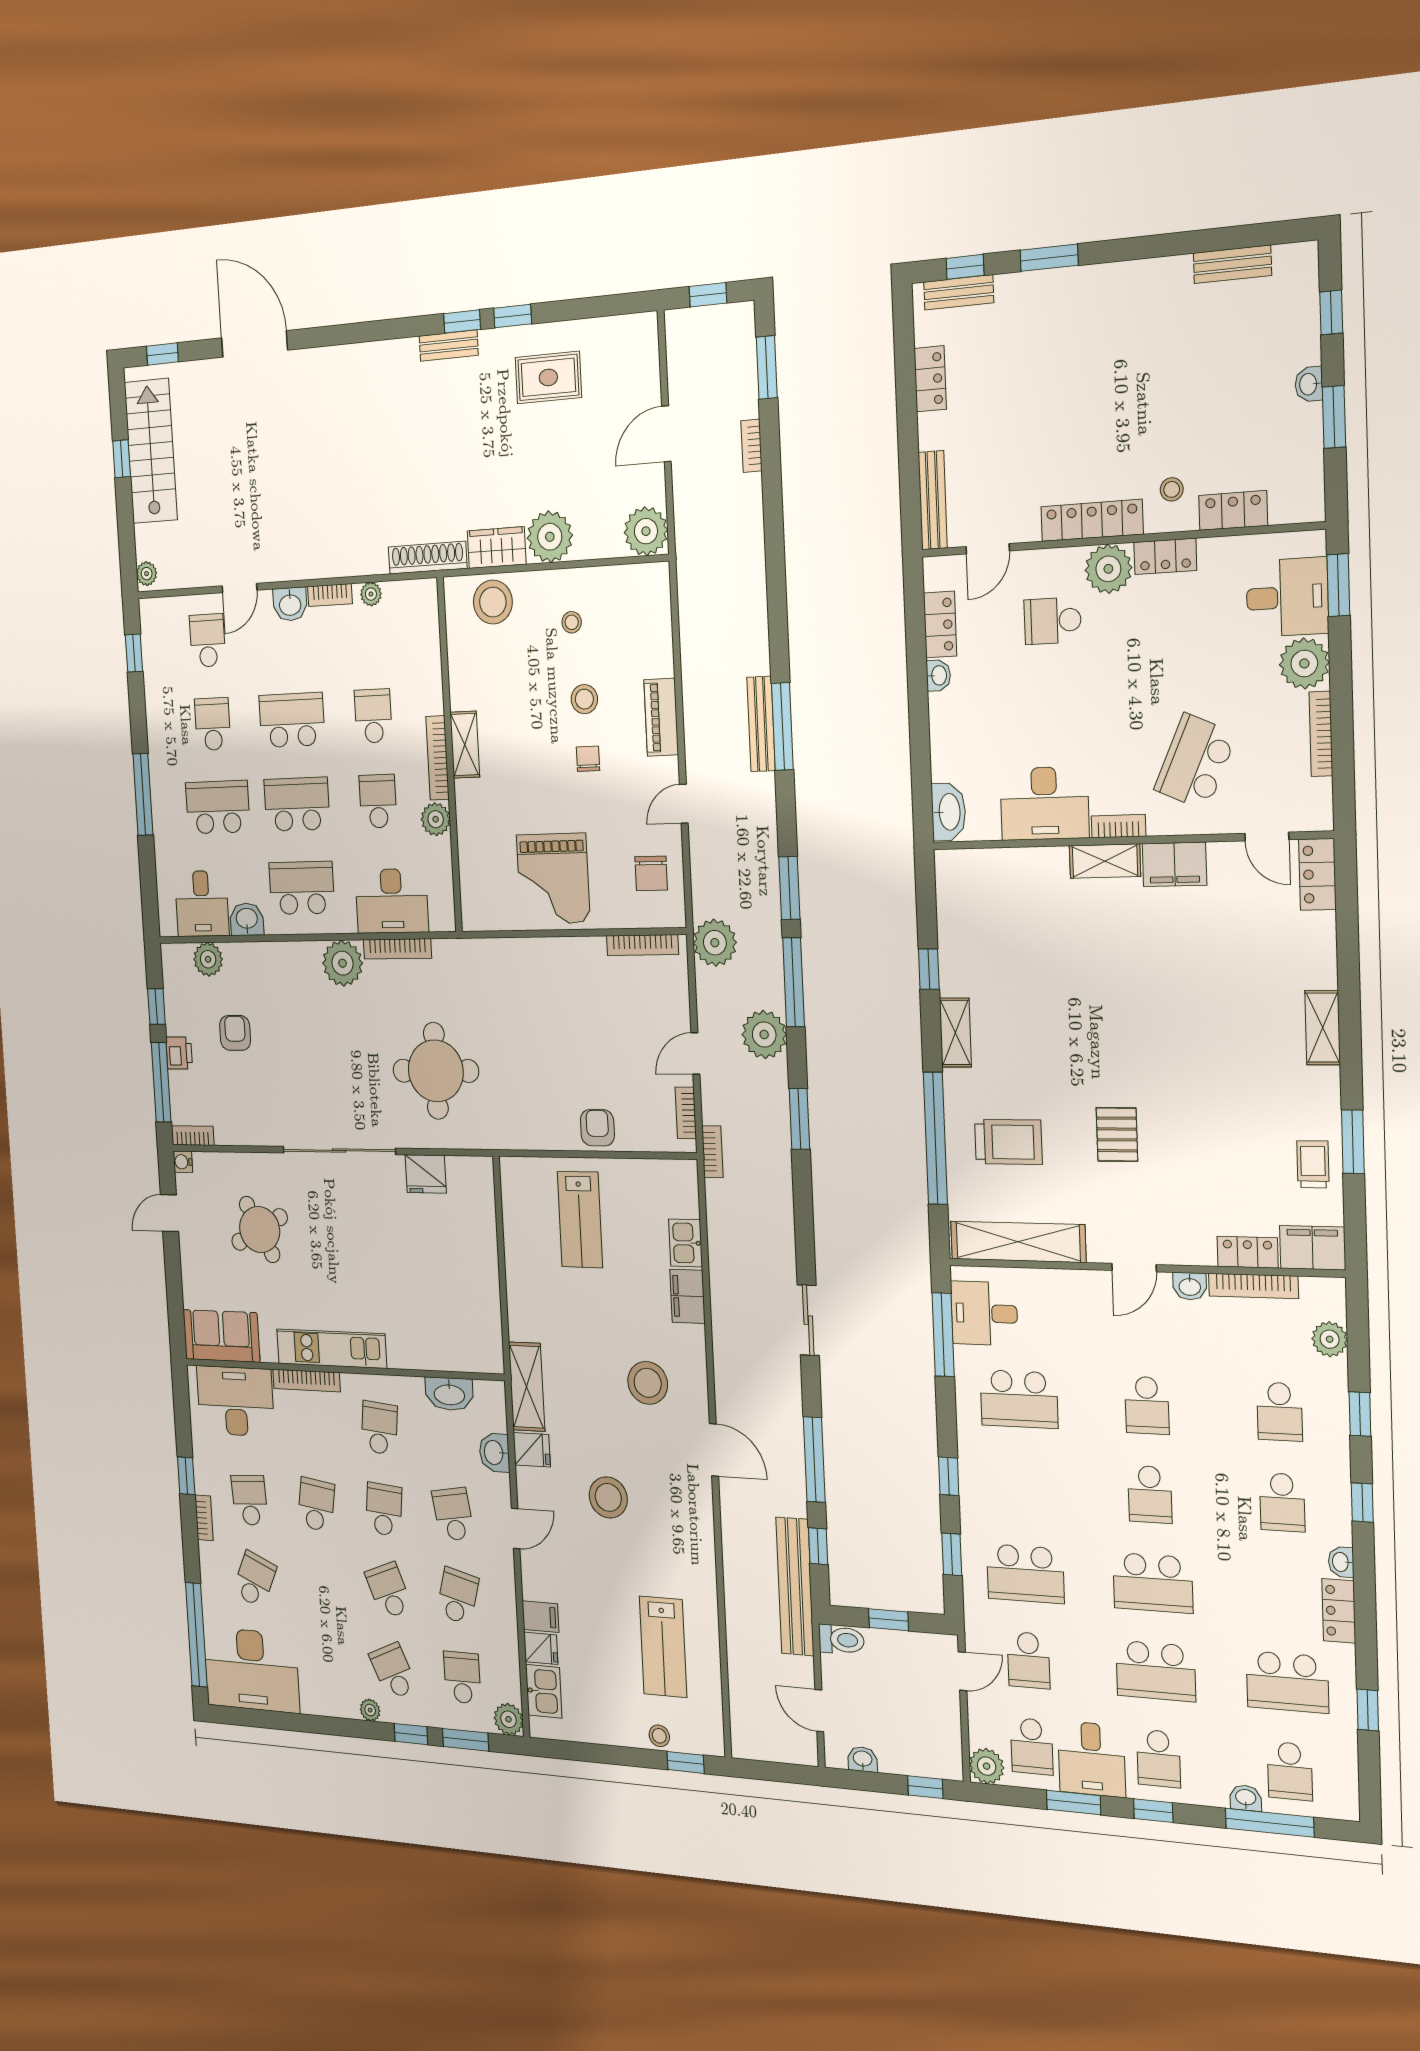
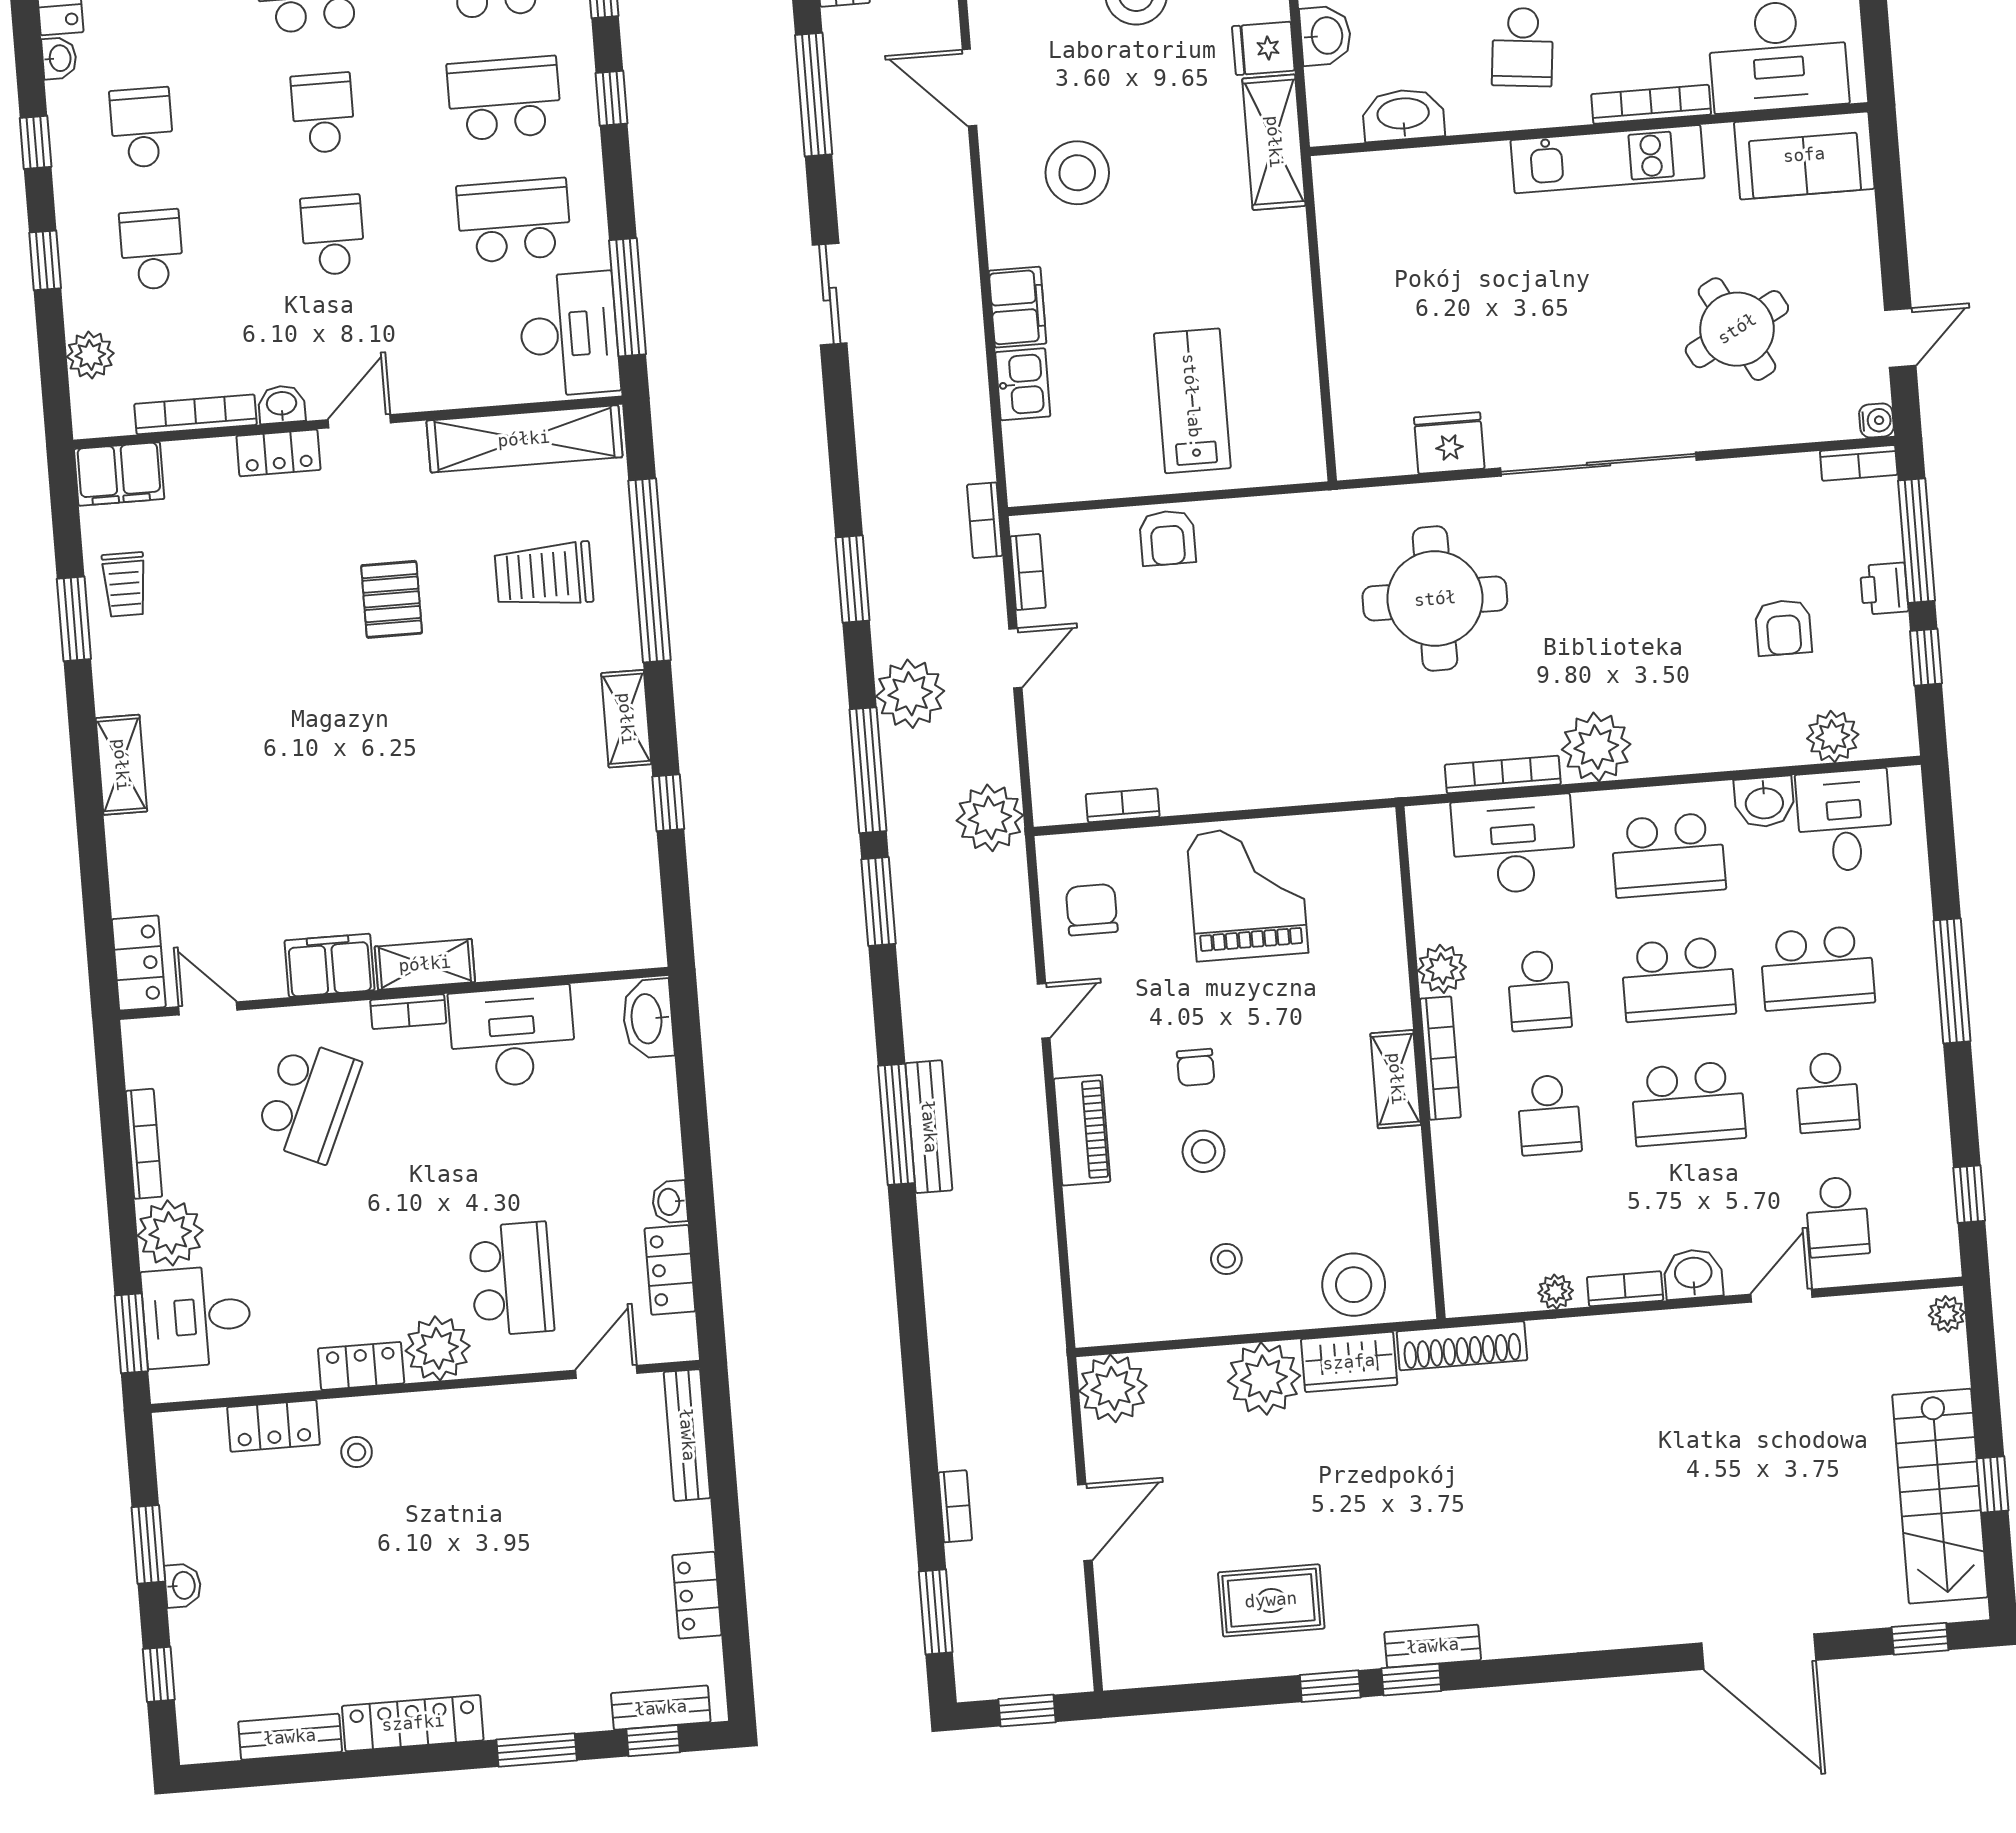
locker: (1092, 520) -> (413, 1723), moved, turned 180
school desk: (1053, 621) -> (511, 1279), width x1.85
bookcase: (642, 945) -> (1123, 805), width x0.64
locker: (1248, 1252) -> (278, 453), moved
desk: (984, 1313) -> (569, 334), width x1.37
school desk: (1022, 1487) -> (504, 98), added

